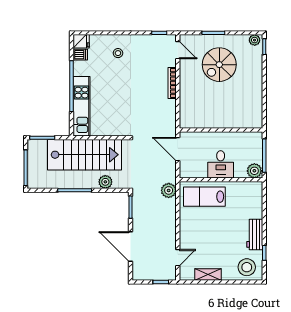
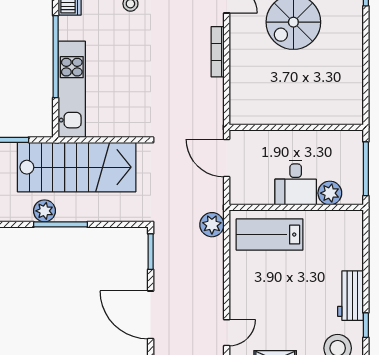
plant: (254, 171) -> (330, 193), moved
plant: (105, 182) -> (44, 211), moved

